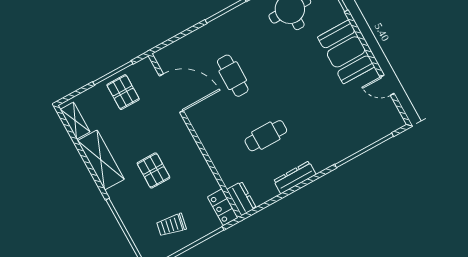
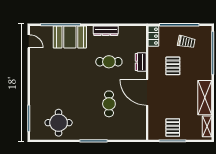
booth: (346, 52) -> (70, 37), moved, turned 90
door: (387, 85) -> (29, 41), moved
door: (171, 93) -> (147, 92), moved
pallet: (153, 170) -> (173, 66), moved
dresser: (241, 199) -> (141, 62), moved

